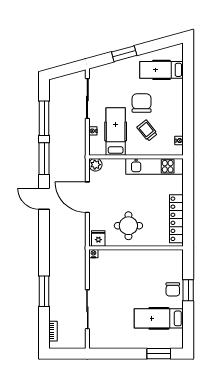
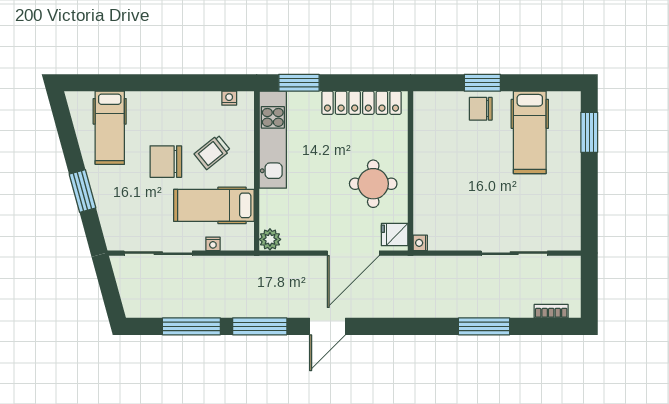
window: (188, 182) -> (299, 83), added
door: (87, 197) -> (353, 253), moved
chair: (173, 289) -> (481, 109), turned 180

